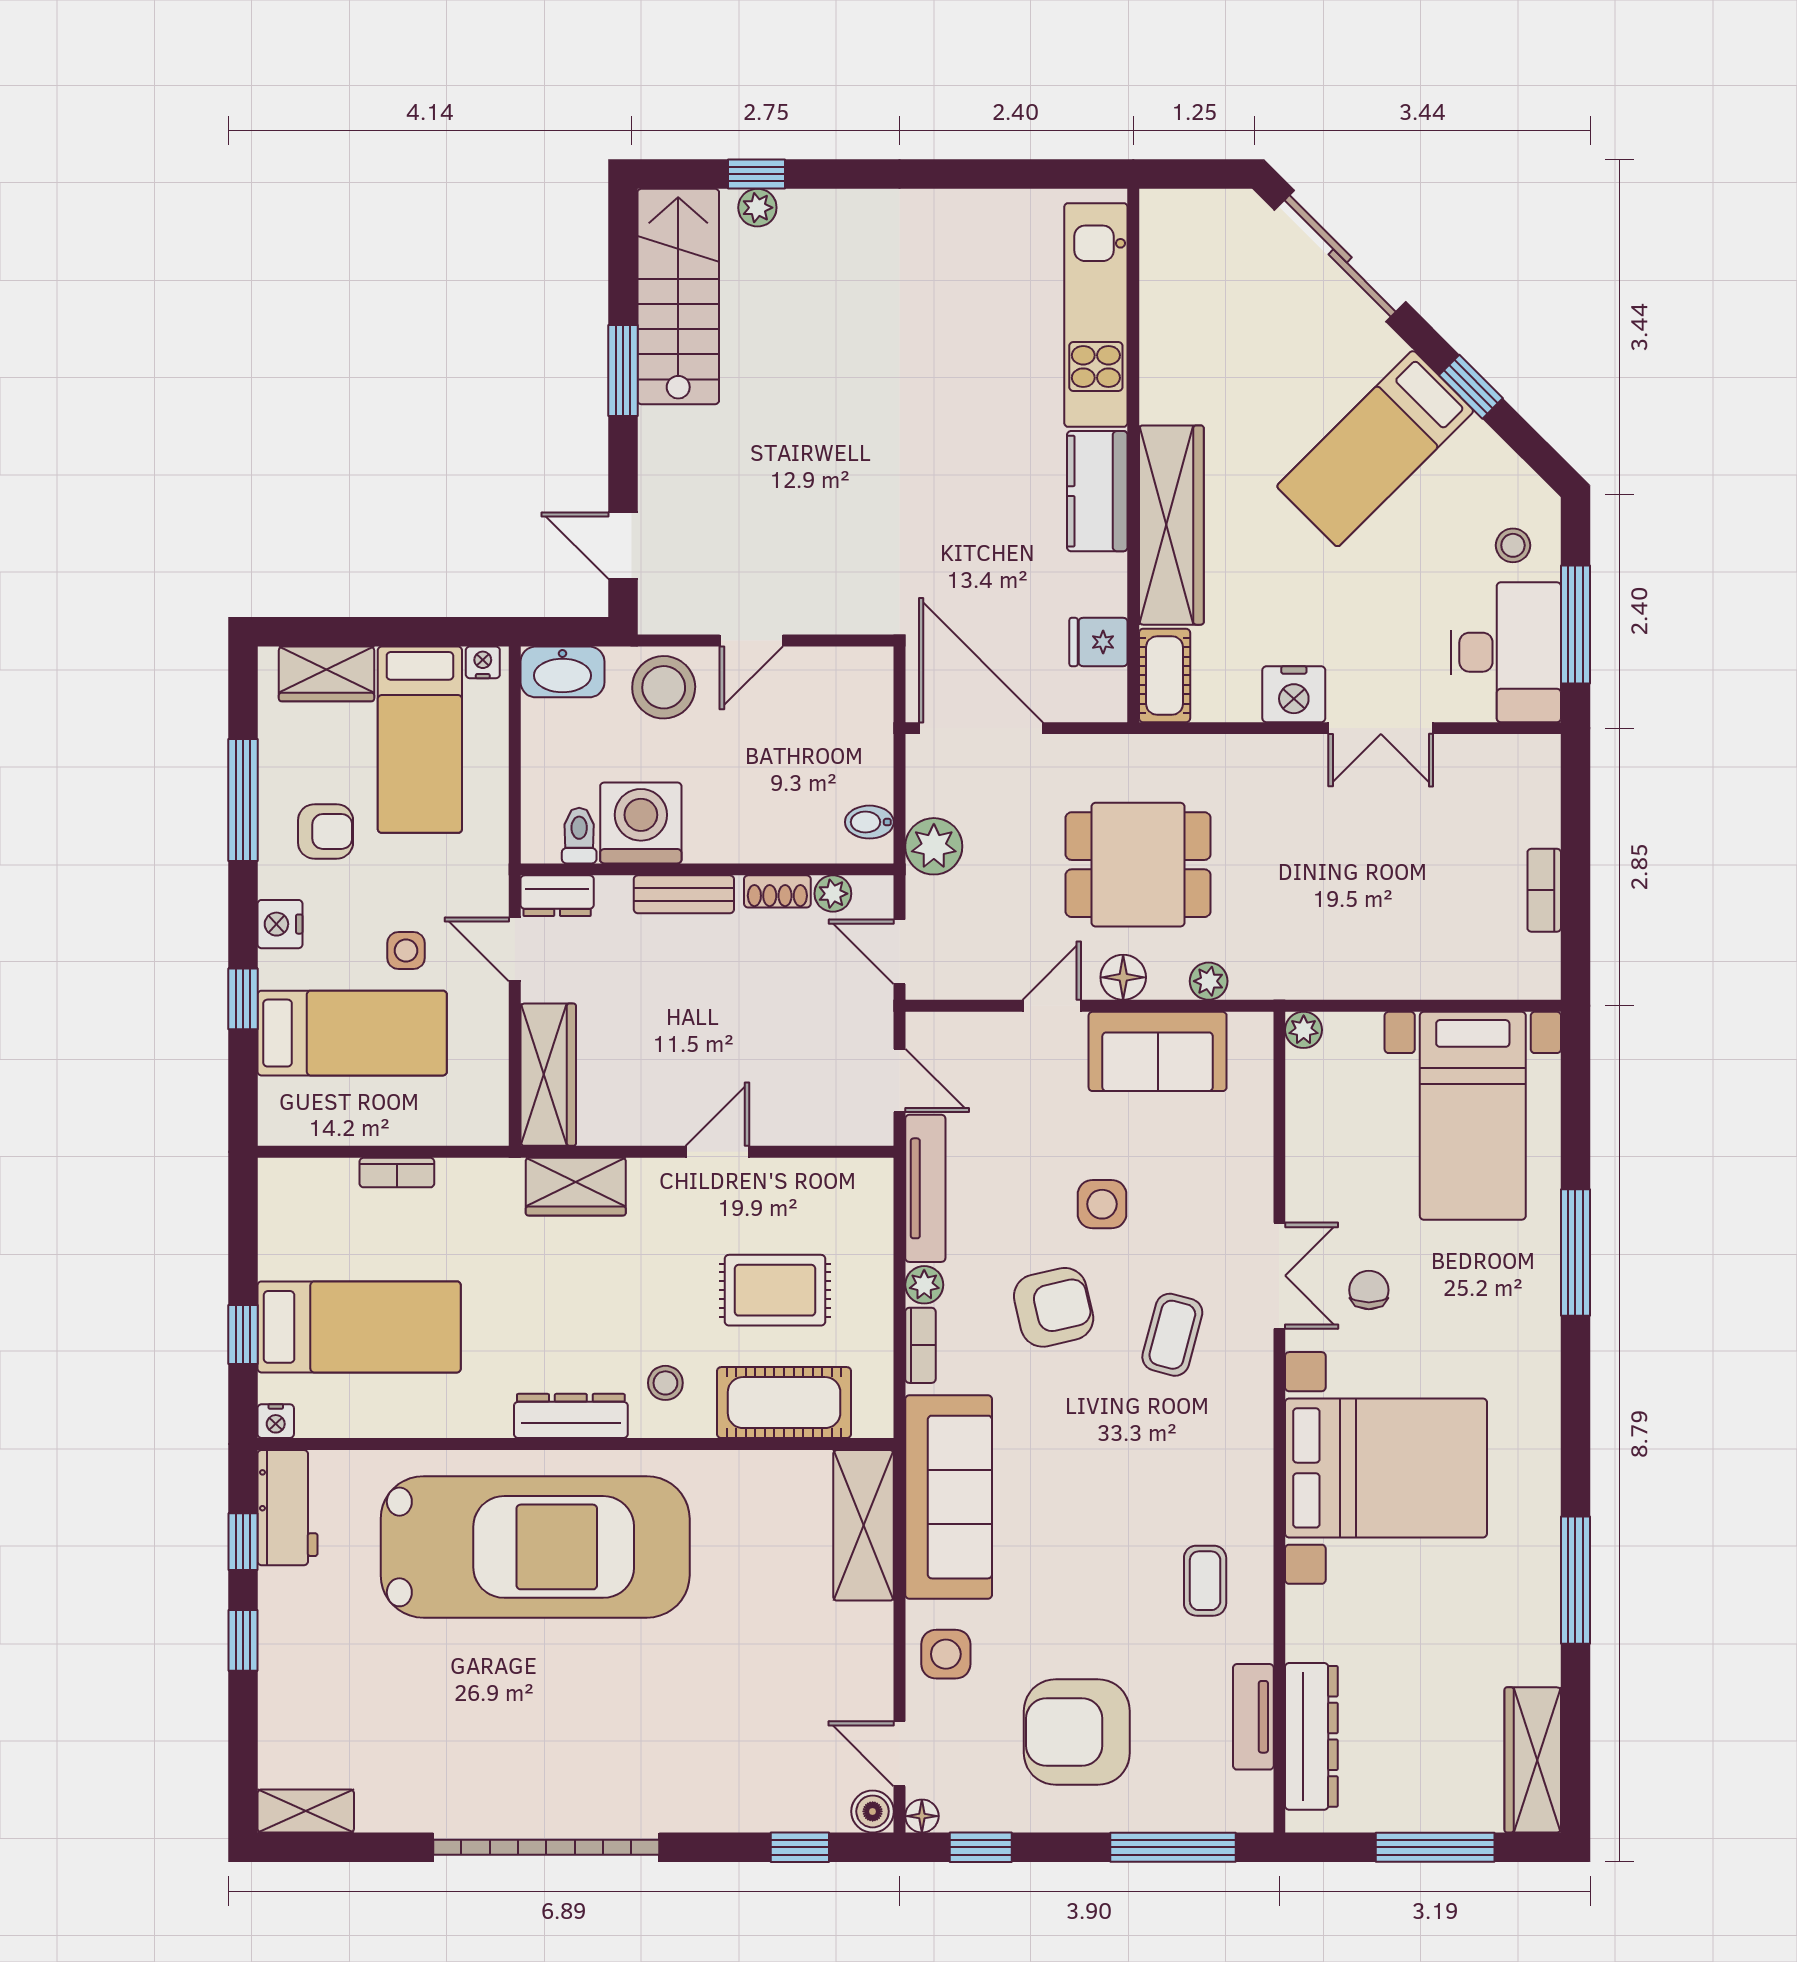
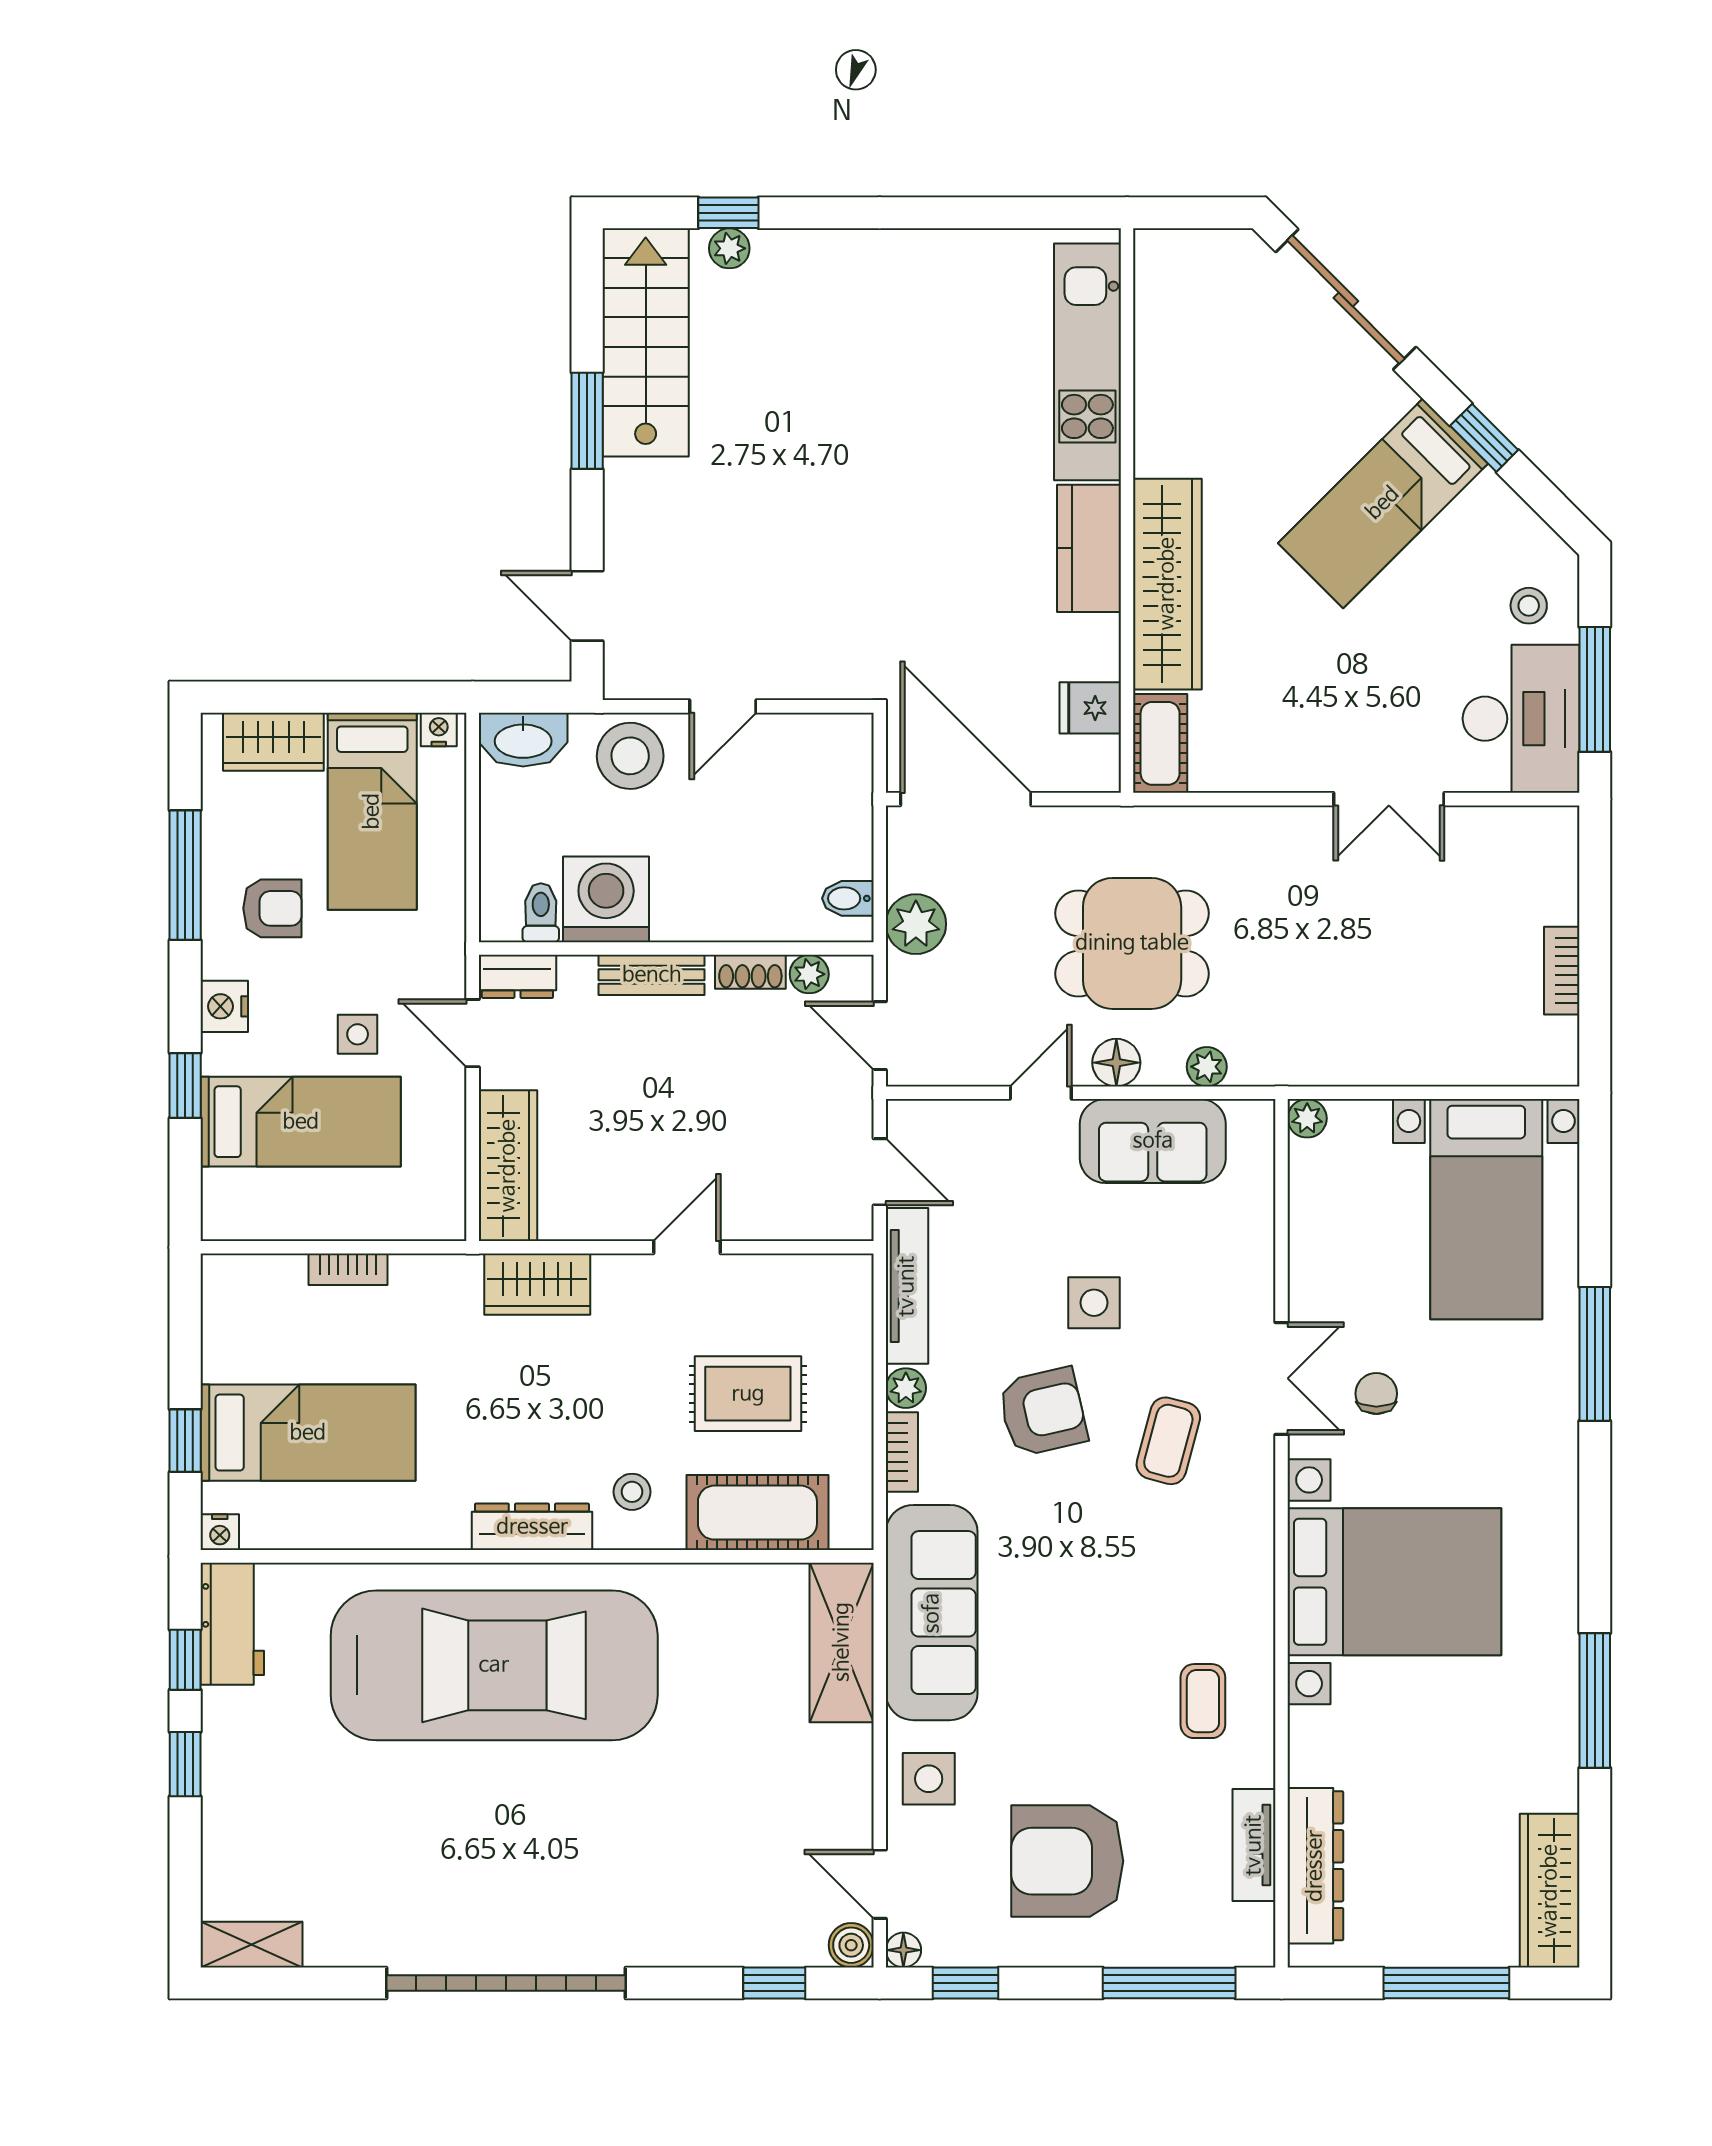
nightstand: (1294, 694) -> (1297, 763), removed

